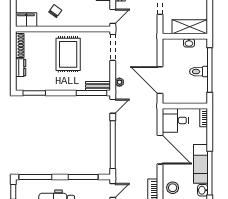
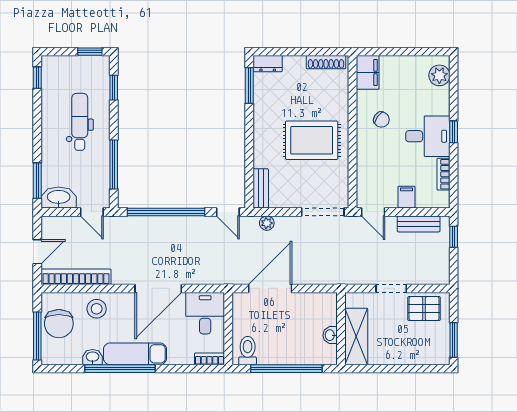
dresser: (21, 68) -> (268, 64), moved
toilet: (199, 72) -> (248, 351), moved
window: (91, 93) -> (249, 178), removed
window: (35, 177) -> (114, 88), width x0.46

